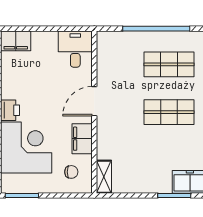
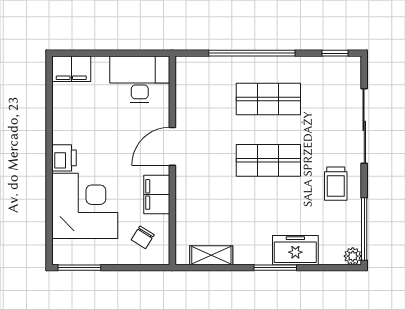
desk: (75, 49) -> (140, 79), width x1.37
chair: (71, 172) -> (143, 237), turned 122
shelving: (104, 177) -> (211, 255), moved, turned 90

